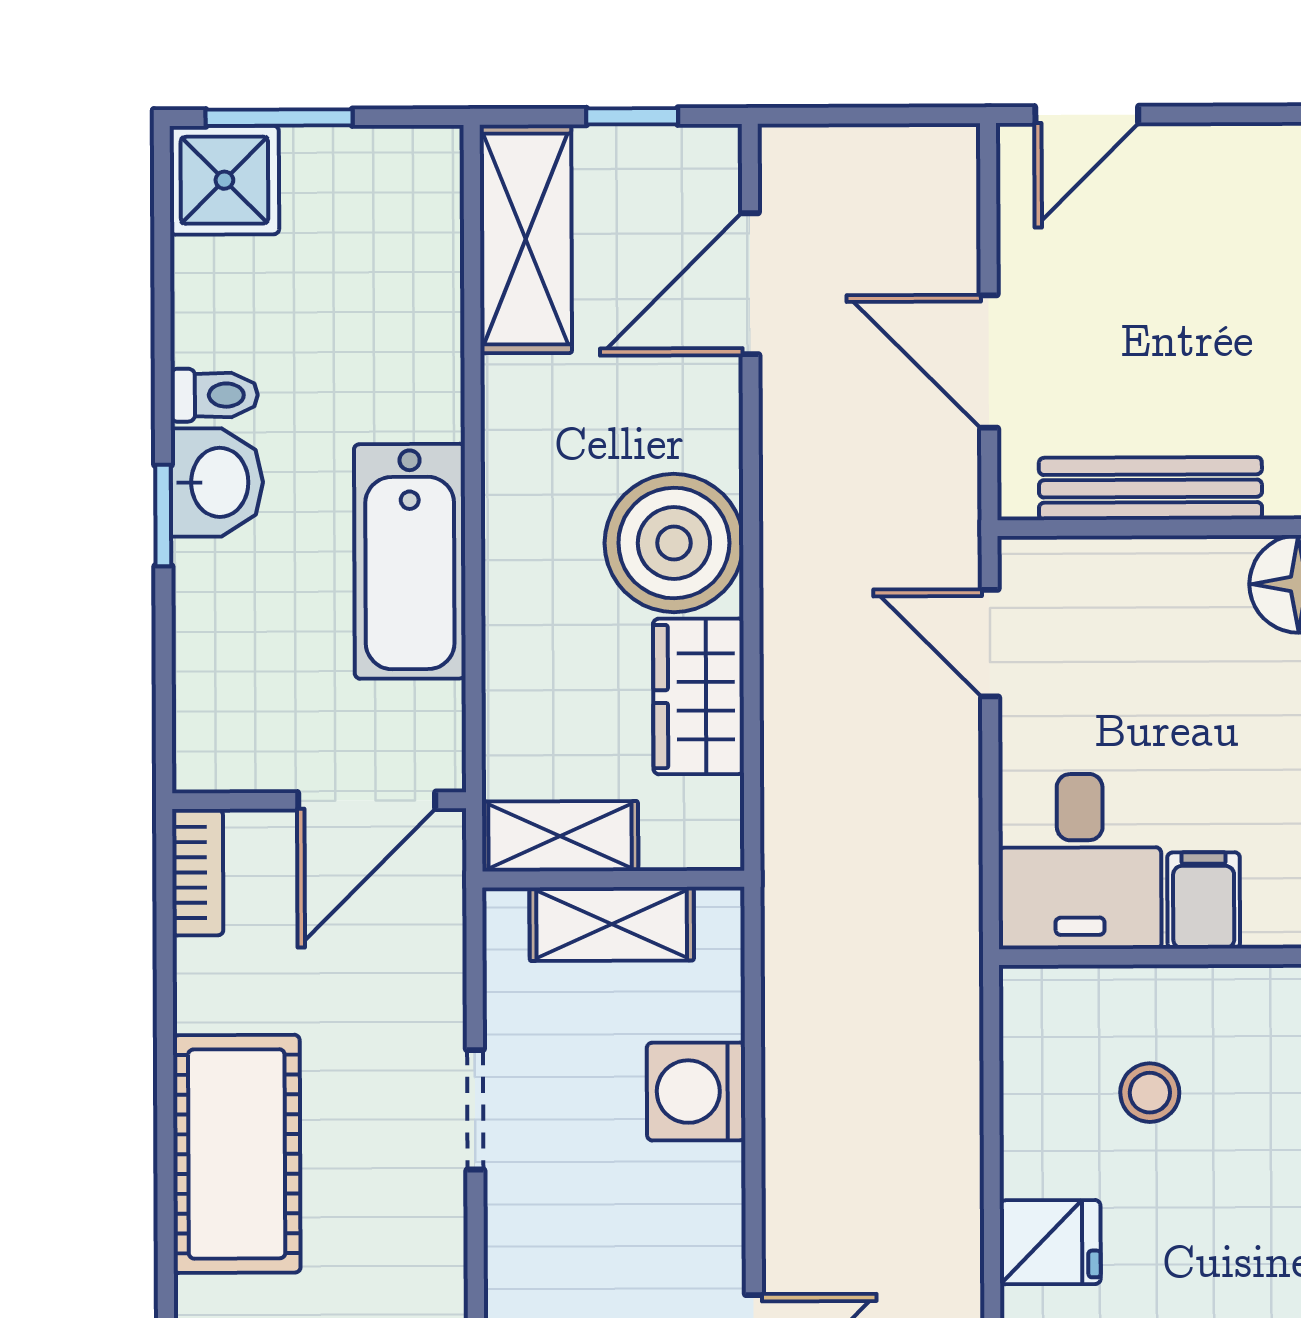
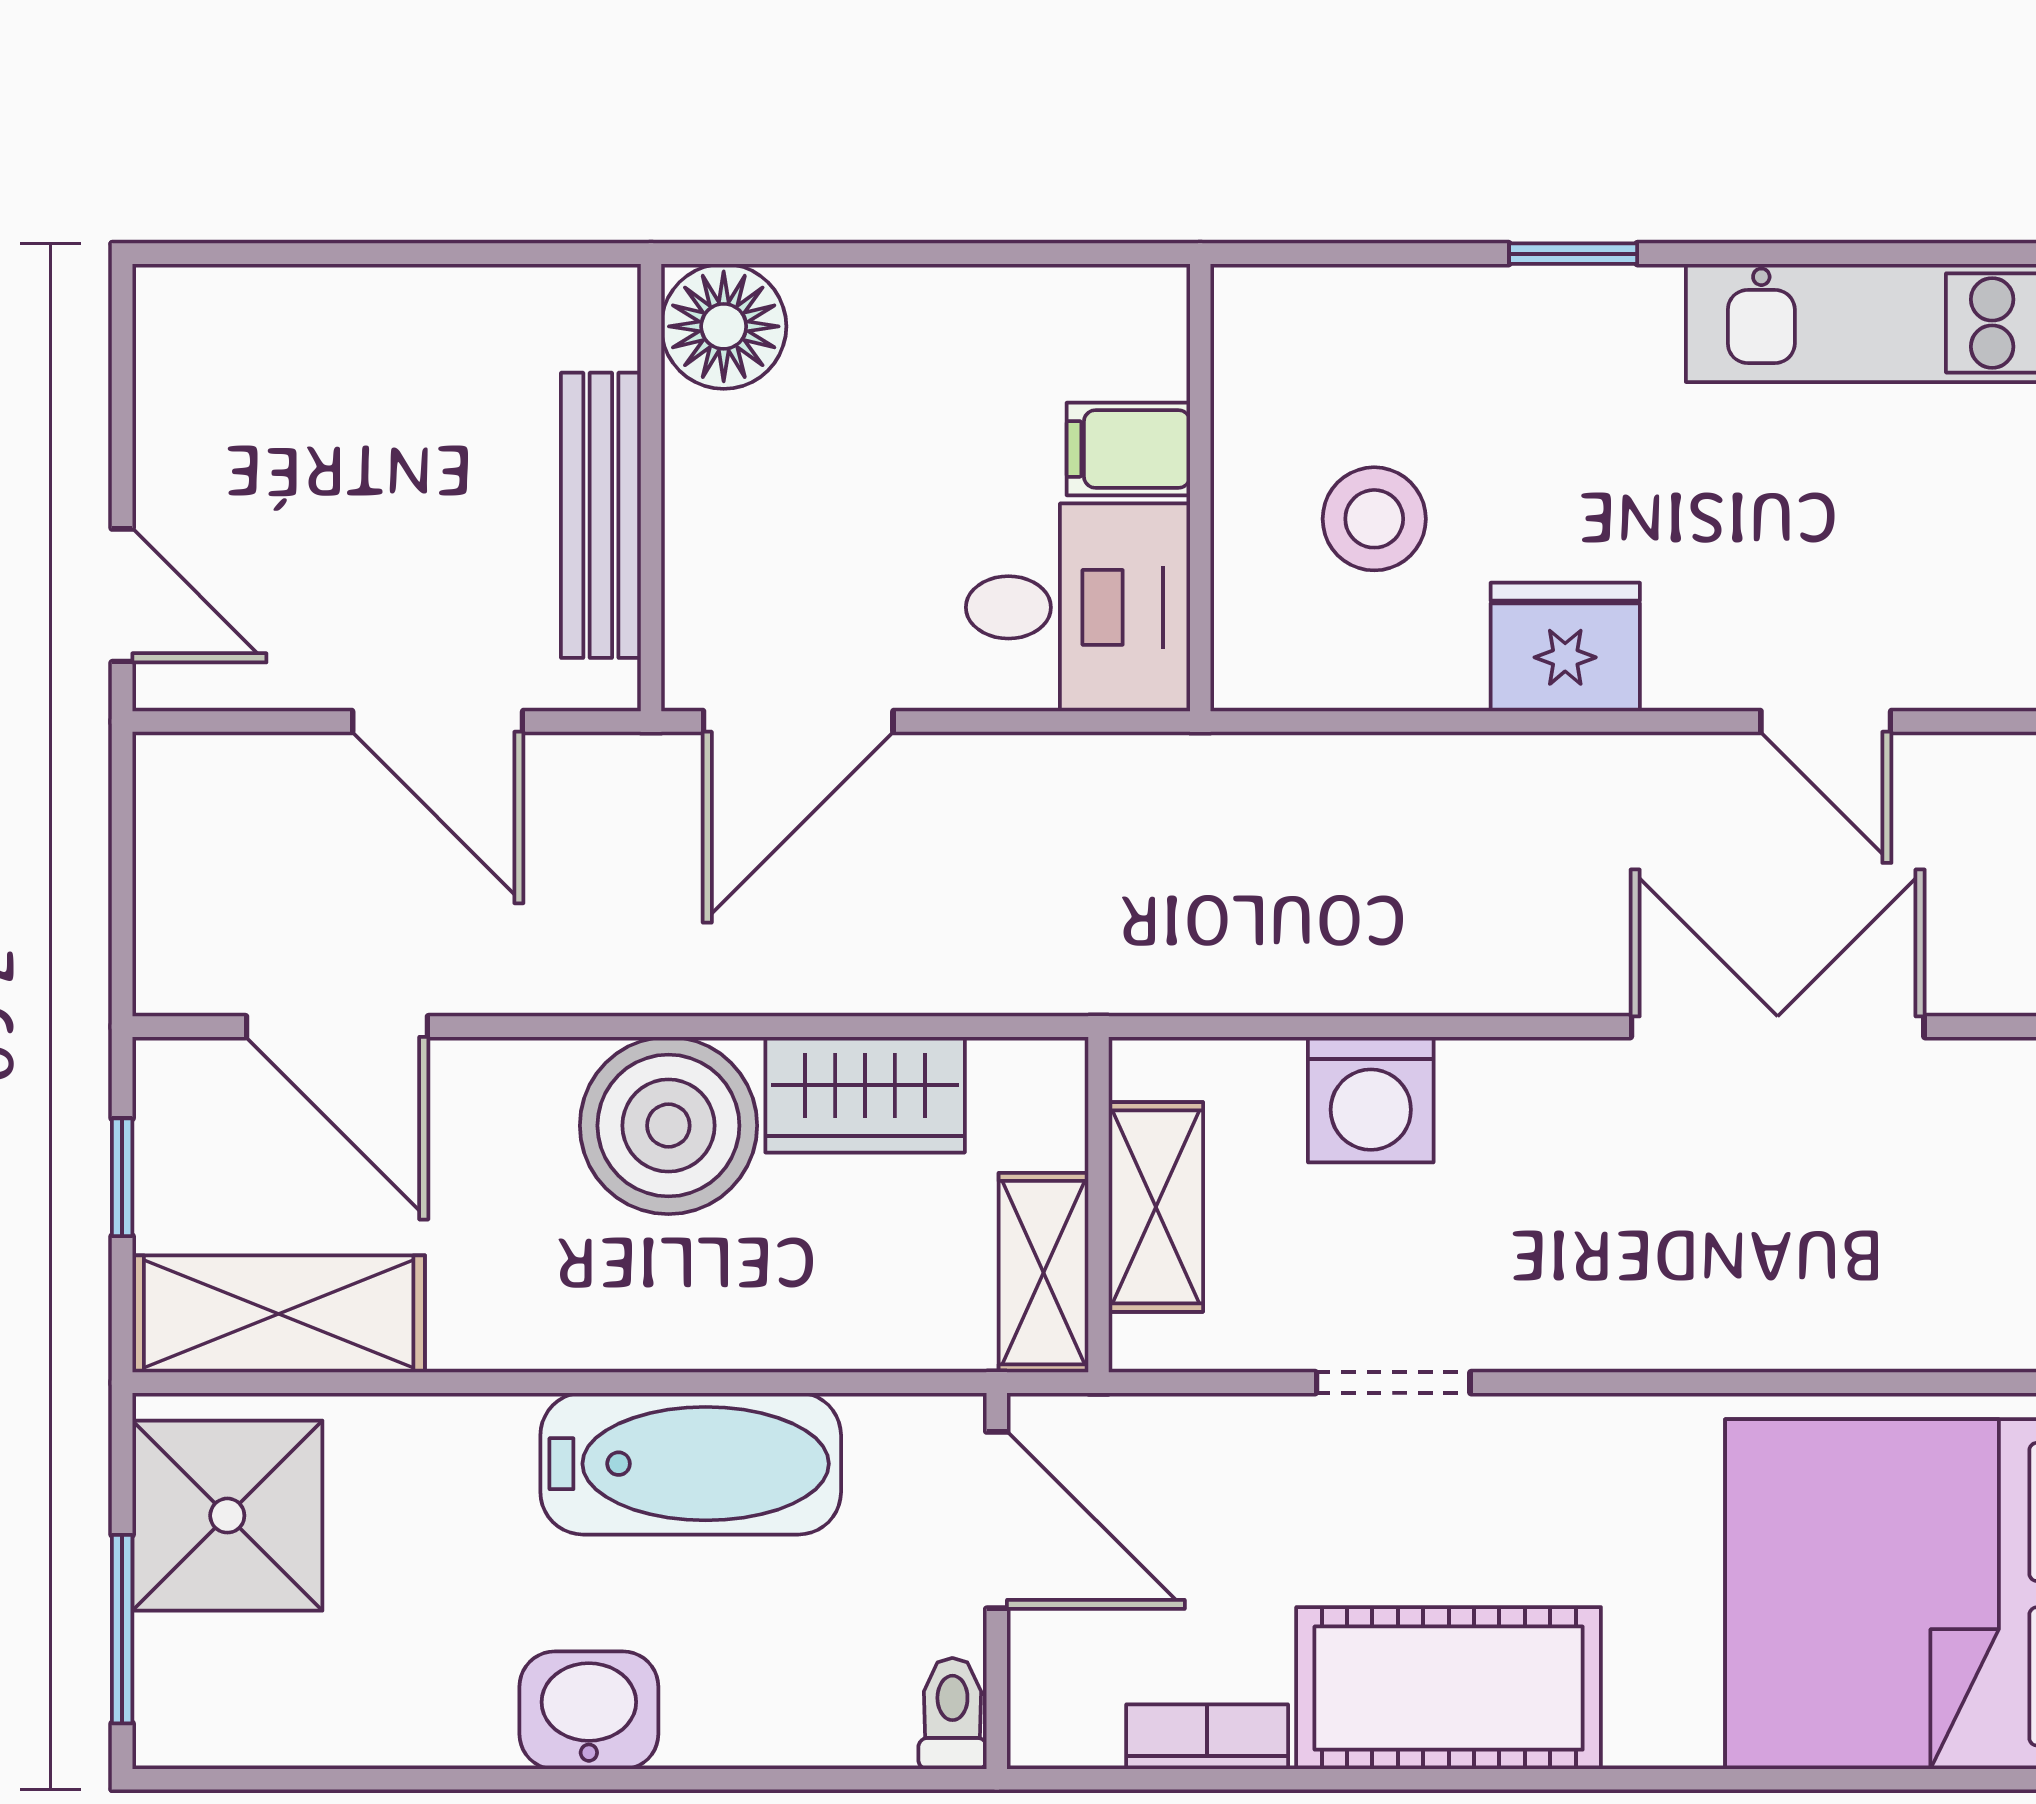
shower: (224, 180) -> (227, 1516), moved, width x1.36, depth x1.36
door: (989, 362) -> (438, 722), hinge flipped
toilet: (214, 395) -> (952, 1714), moved
window: (163, 515) -> (631, 1779), removed
door: (990, 643) -> (798, 722), width x1.38
bookcase: (198, 872) -> (1207, 1737), moved
stool: (1150, 1093) -> (1374, 519), width x1.37, depth x1.37
fridge: (1050, 1242) -> (1565, 647), width x1.38

